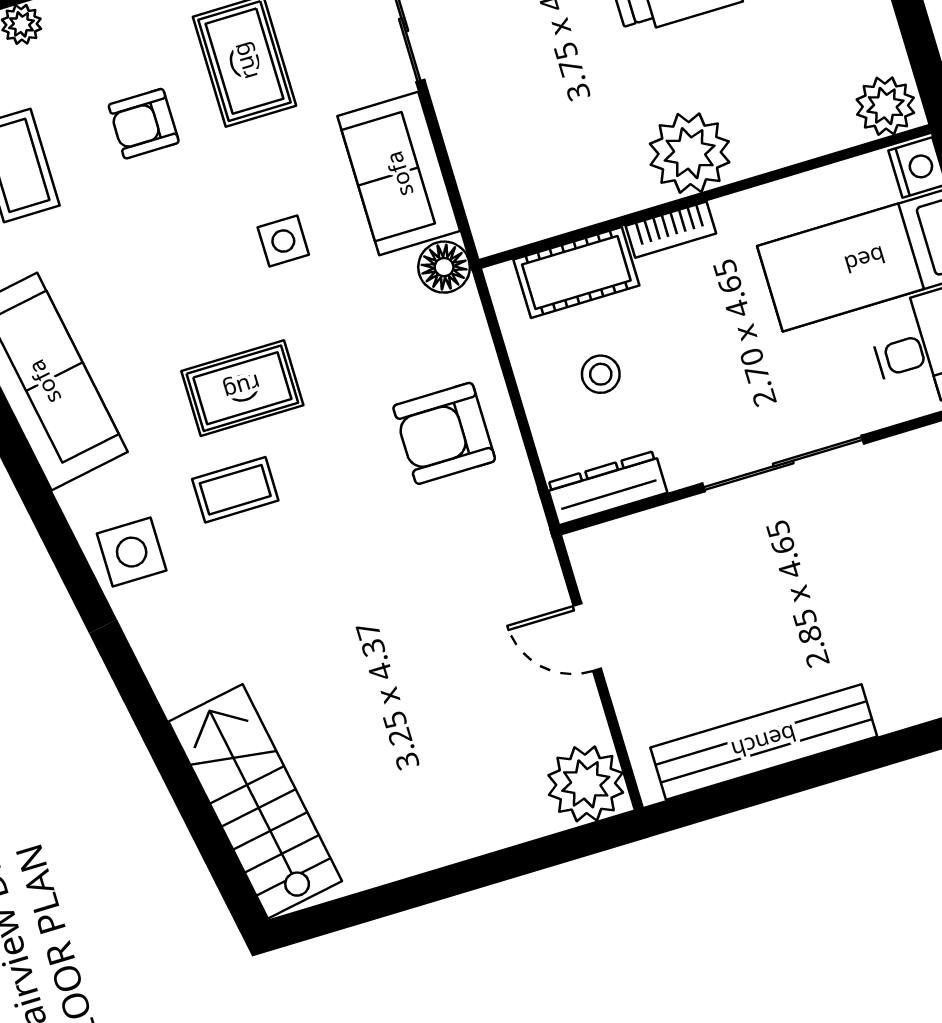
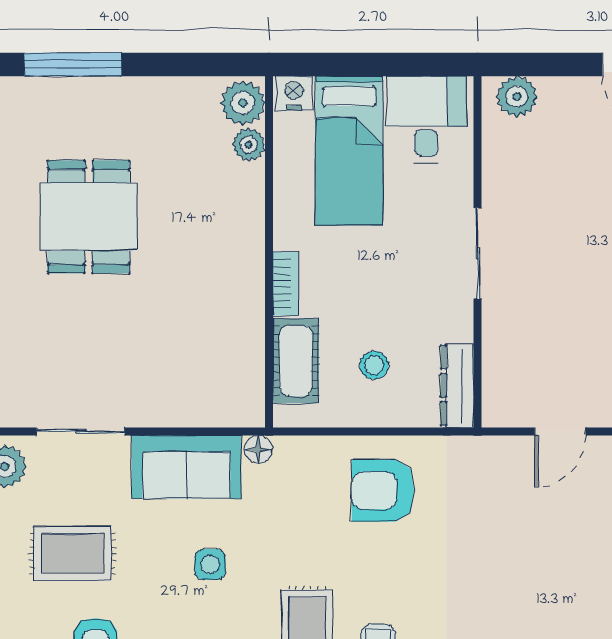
plant: (690, 153) -> (249, 145), moved, width x0.53, depth x0.53
floor lamp: (444, 267) -> (258, 449), width x0.73, depth x0.73
armchair: (444, 433) -> (383, 490), turned 90
sliding door: (783, 464) -> (478, 253), width x0.73

